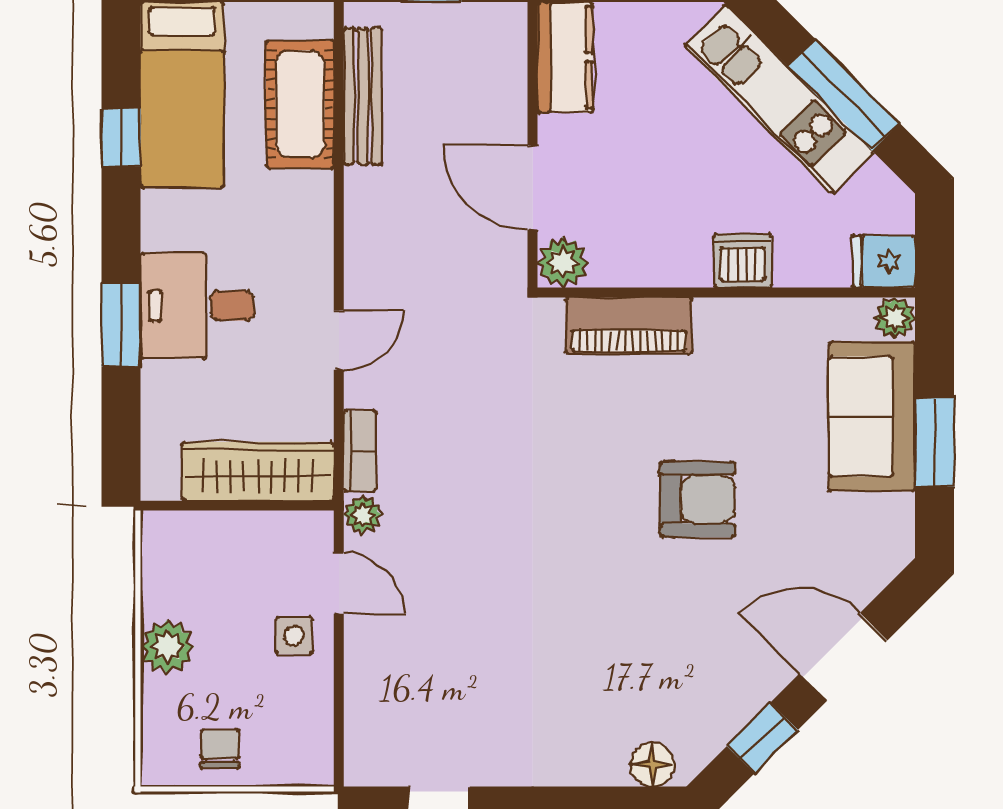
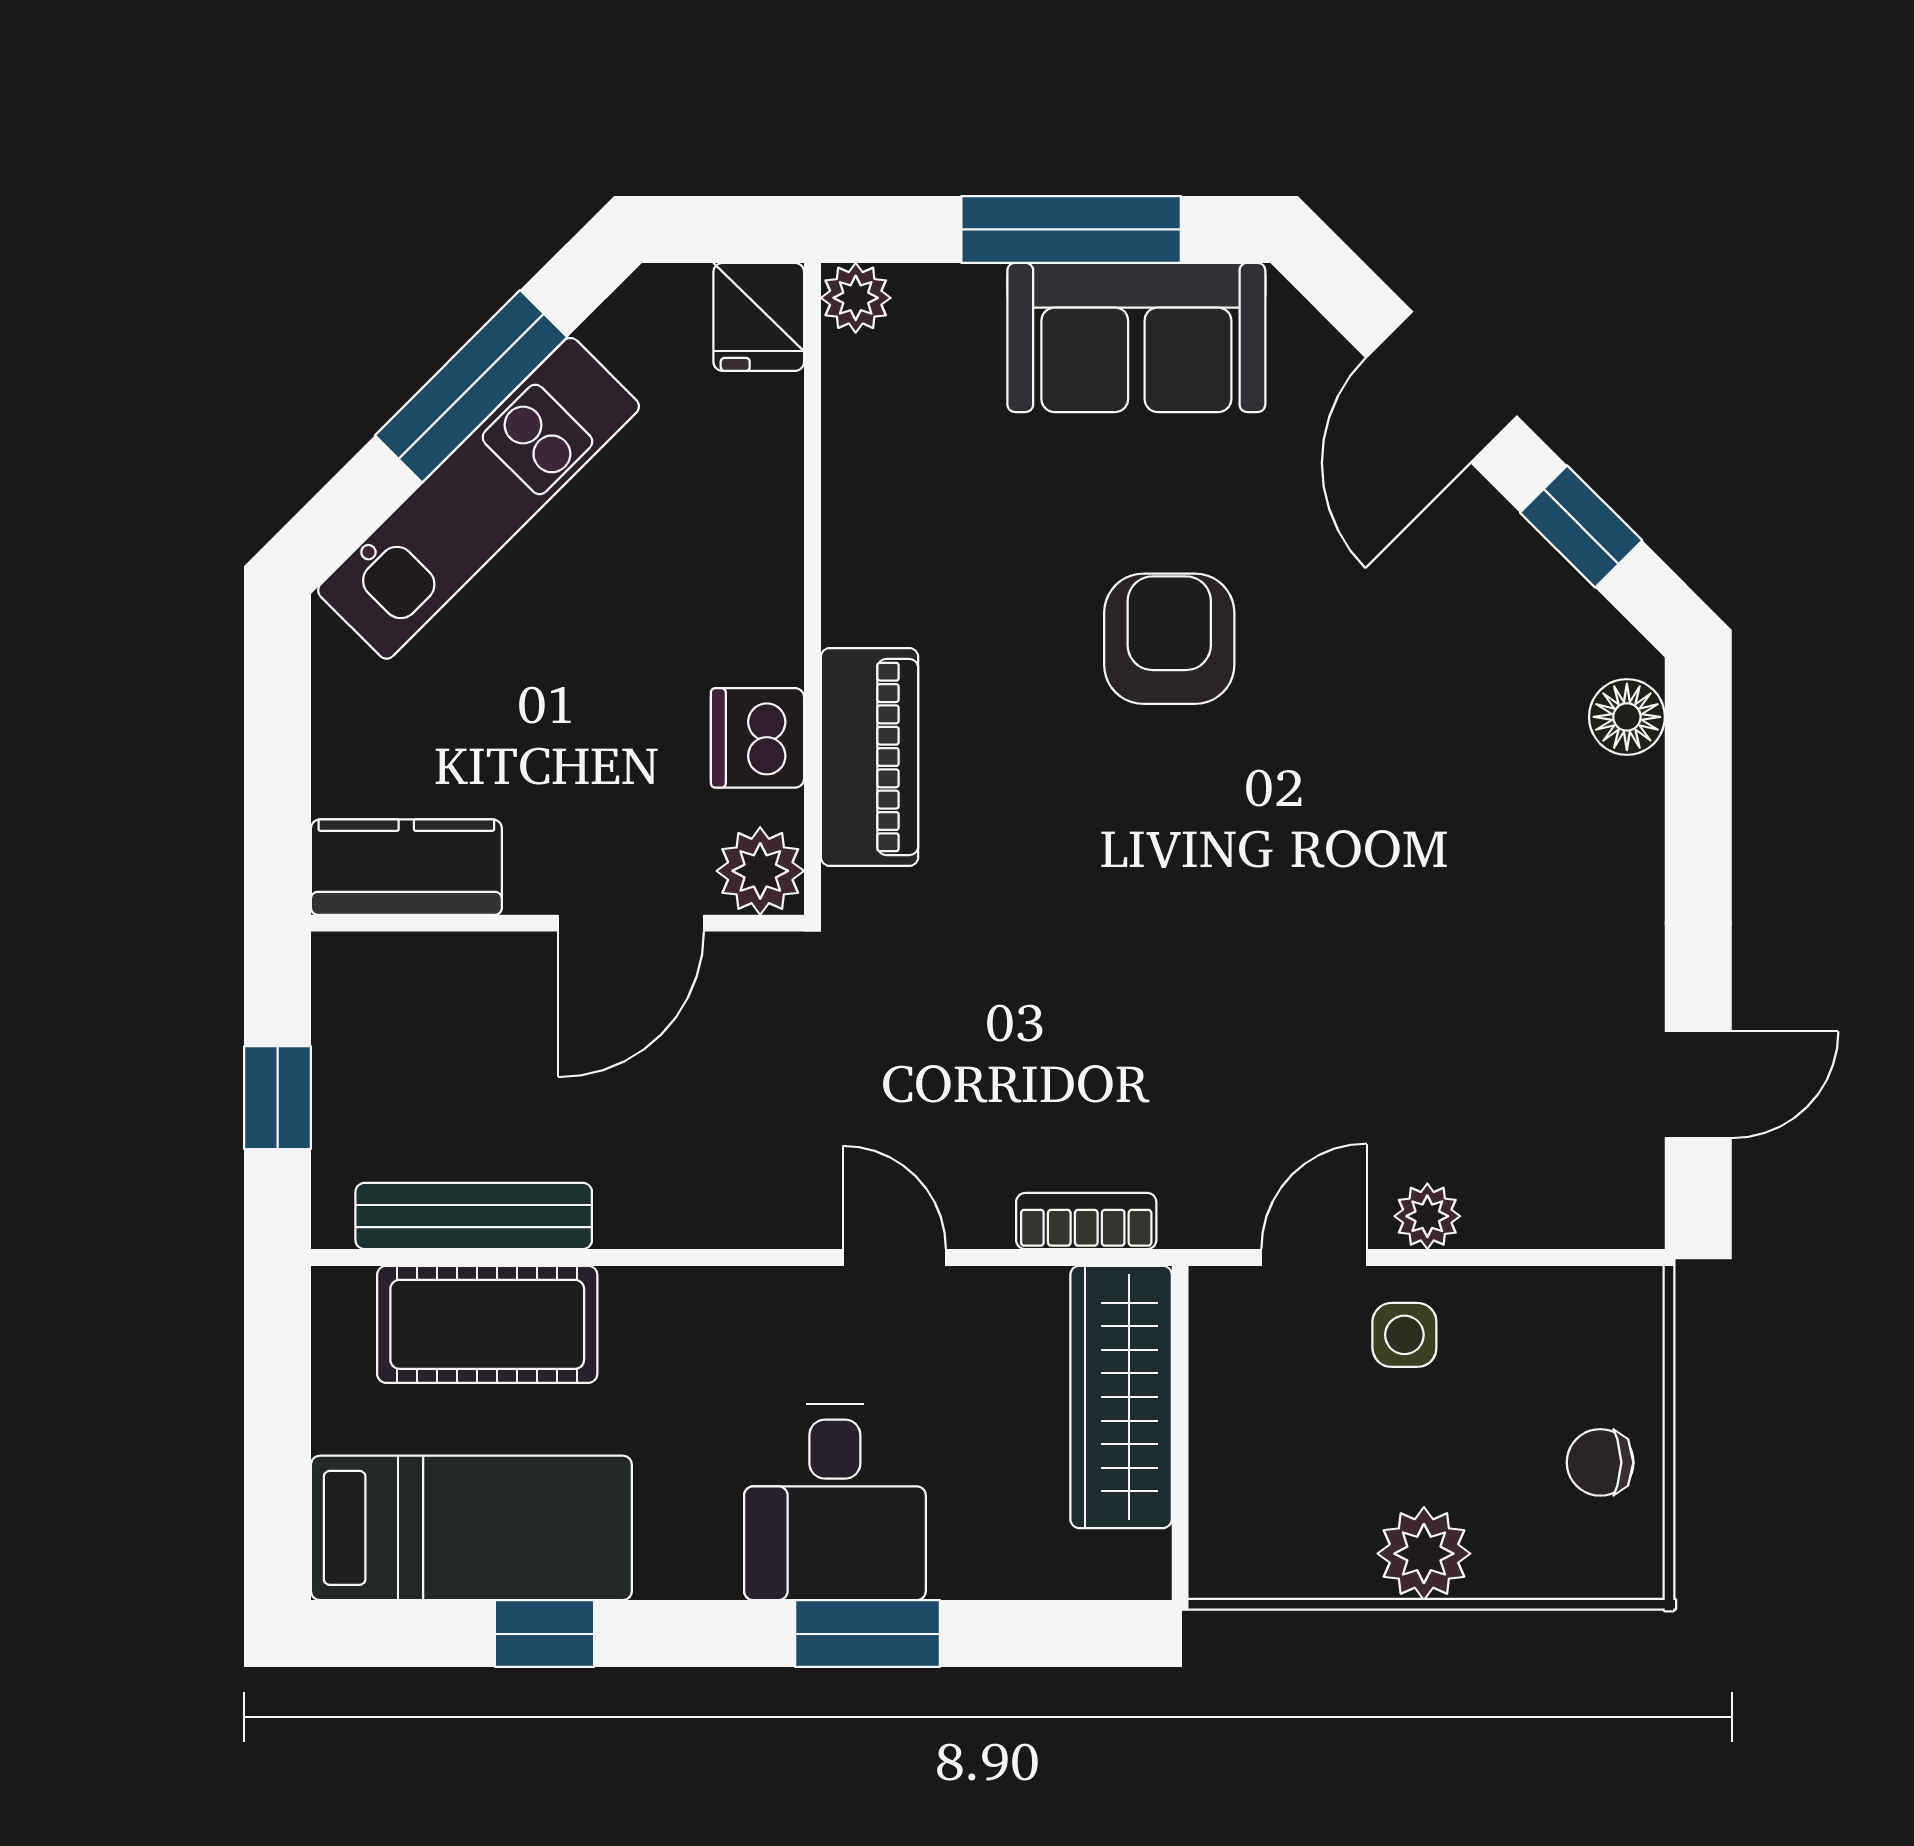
dishwasher: (742, 261) -> (757, 738), moved
sofa: (872, 416) -> (1136, 337), moved
window: (935, 442) -> (1071, 229), width x1.44
plant: (363, 515) -> (1427, 1216), moved

